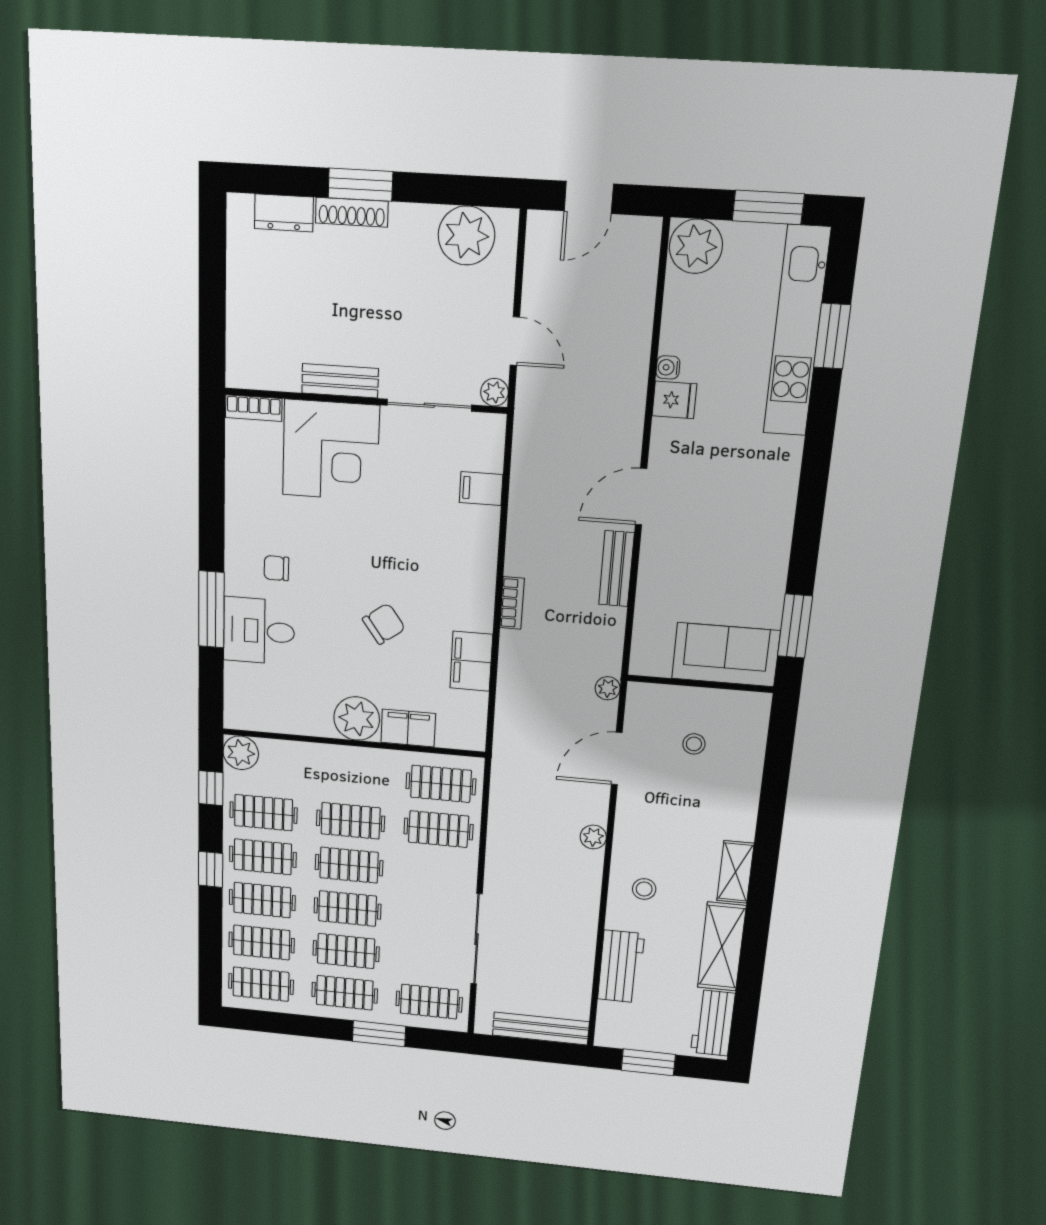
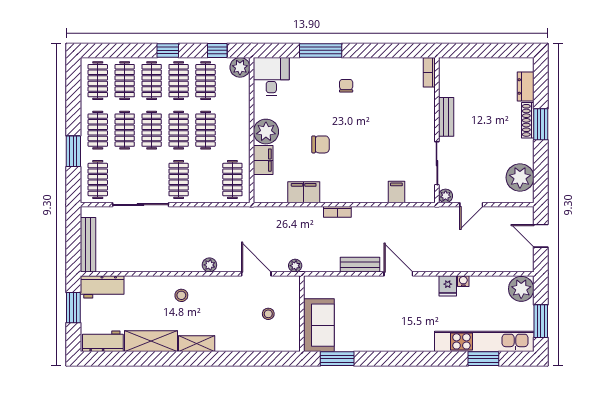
corner desk: (331, 450) -> (410, 113), removed
chair: (384, 624) -> (320, 144), turned -54
desk: (259, 631) -> (271, 77), moved
clothes rail: (438, 829) -> (179, 180), moved
workbench: (621, 967) -> (102, 287), moved

